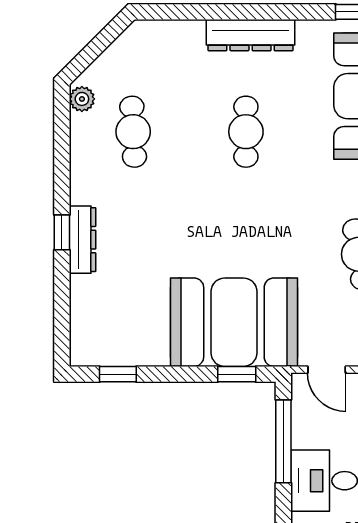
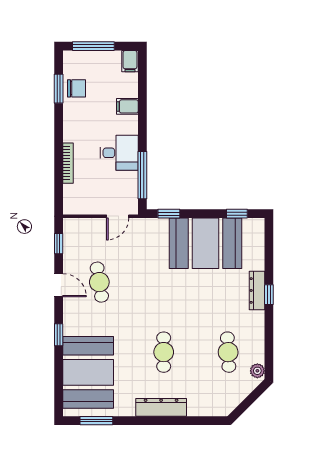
booth: (234, 322) -> (205, 243), moved
door: (327, 370) -> (118, 216), swing flipped

